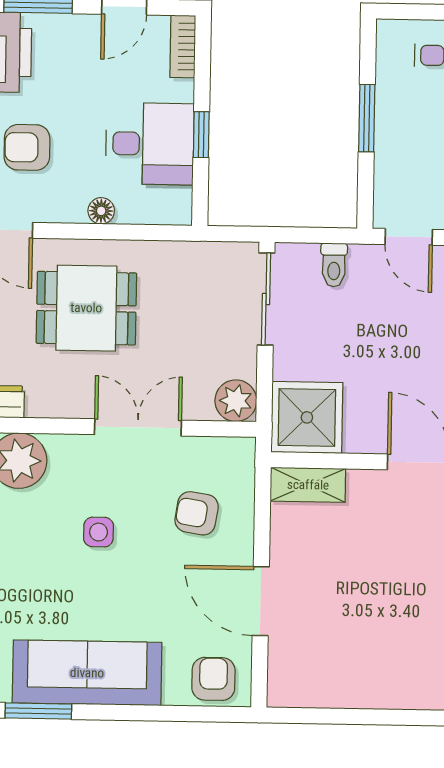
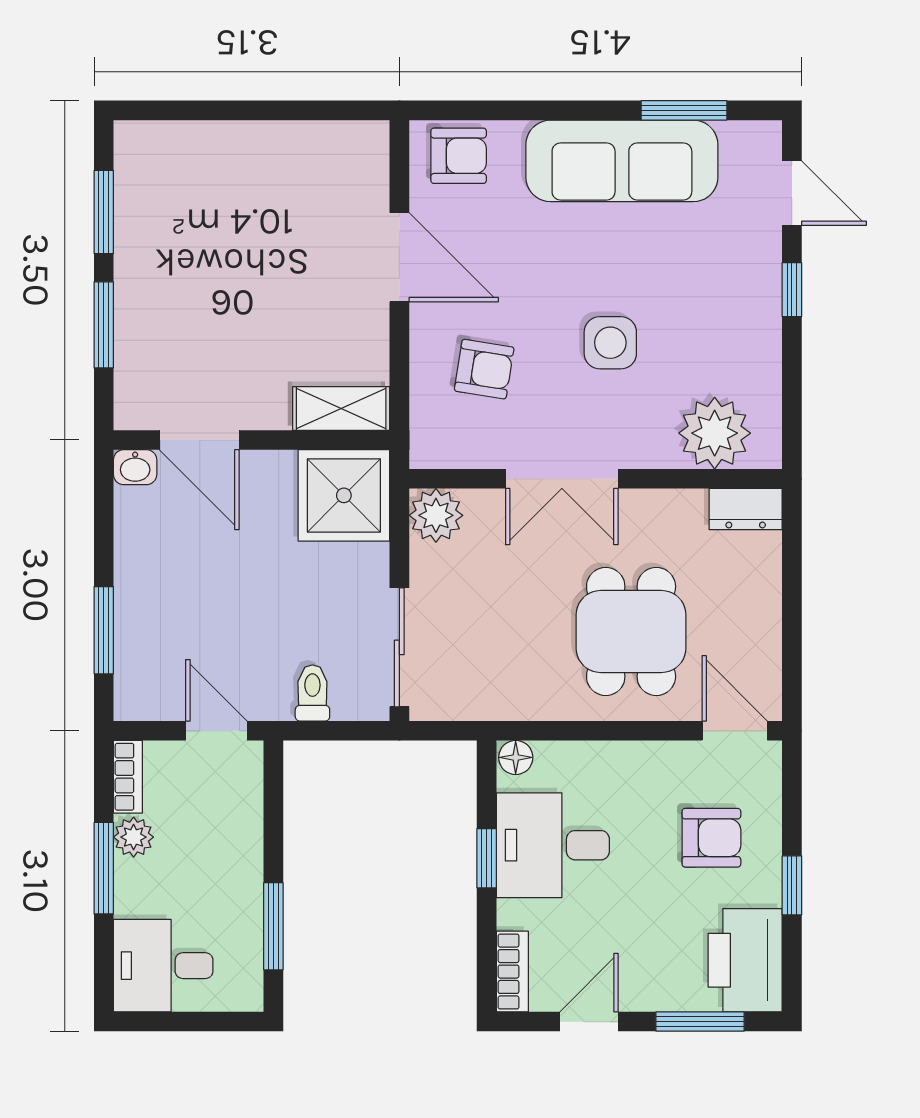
window: (367, 118) -> (273, 926), moved
floor lamp: (101, 211) -> (516, 757), moved
dining table: (86, 308) -> (631, 631), turned 90
side table: (99, 532) -> (610, 343), width x1.37, depth x1.37
armchair: (213, 679) -> (459, 156), turned -90

